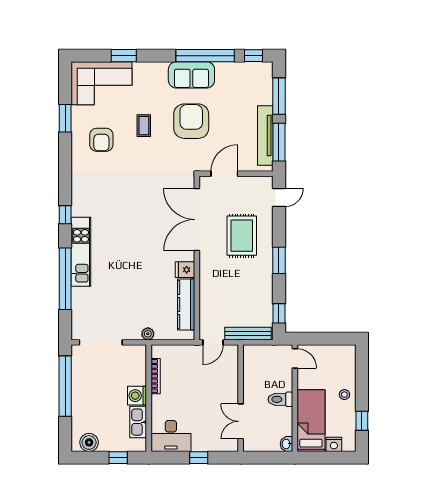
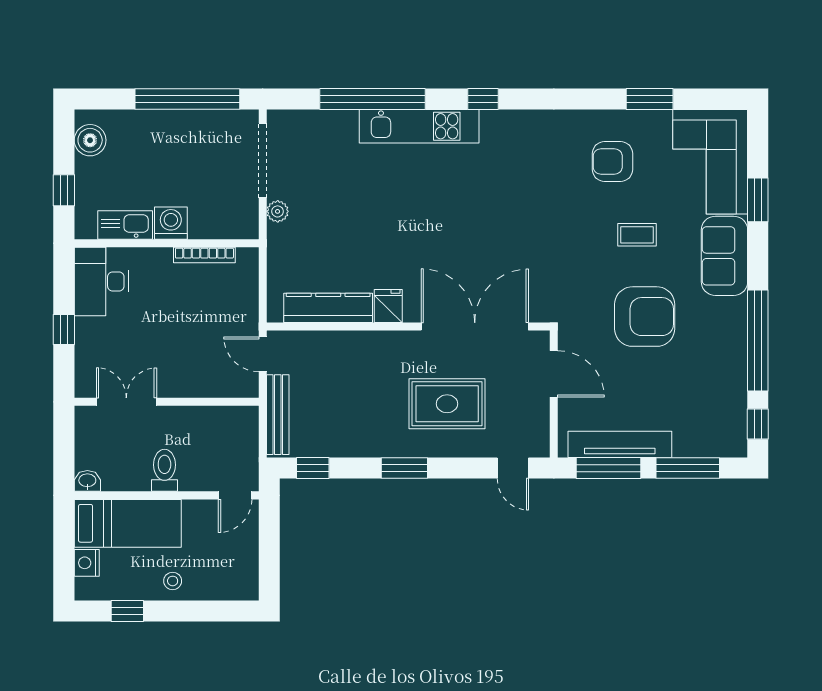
sofa: (191, 75) -> (724, 256), moved
plant: (148, 334) -> (278, 211), moved

